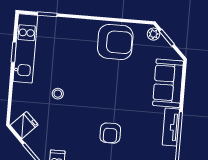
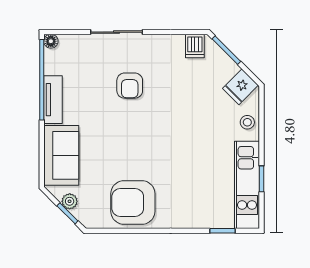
plant: (153, 34) -> (70, 201), moved
stool: (58, 94) -> (247, 122), moved
armchair: (110, 133) -> (130, 86), turned 180

